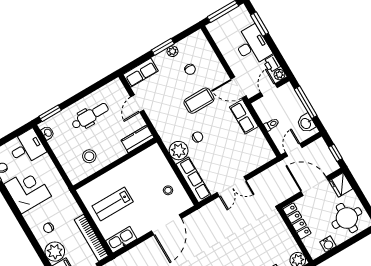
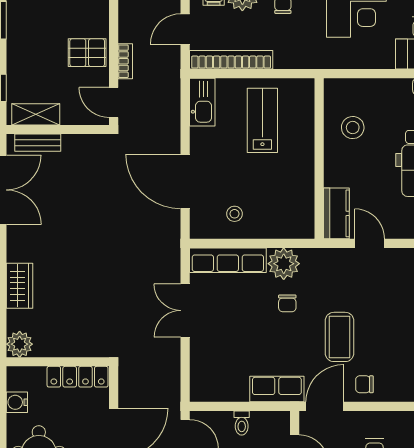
chair: (190, 69) -> (364, 384), moved
door: (137, 104) -> (370, 243), moved

